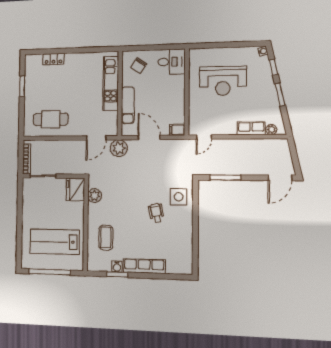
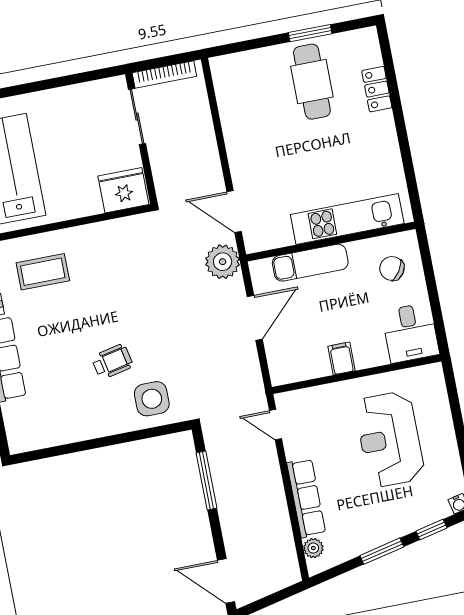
cafe table: (51, 119) -> (312, 82), moved
row of seats: (251, 128) -> (306, 498), width x1.48
filing cabinet: (177, 130) -> (341, 358), moved
plant: (95, 196) -> (120, 232), removed

